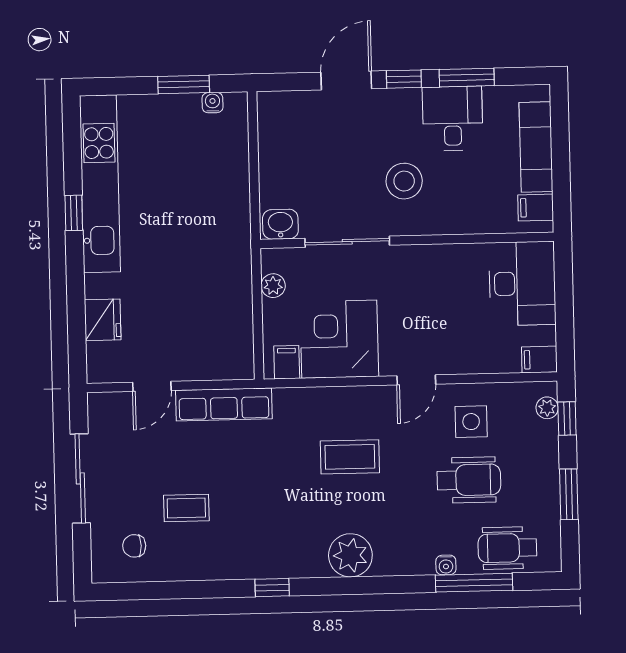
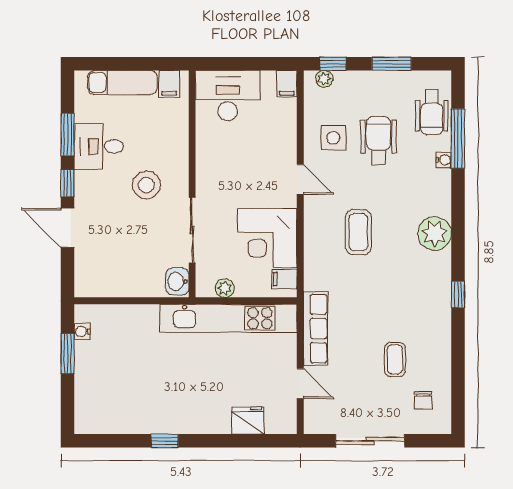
kitchen unit: (100, 184) -> (228, 318), moved, turned 180

